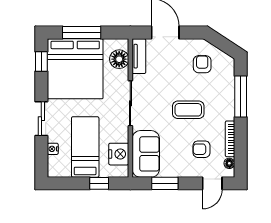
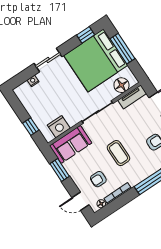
bed: (85, 147) -> (49, 101), removed
armchair: (202, 149) -> (98, 179), turned -90

